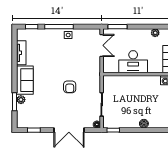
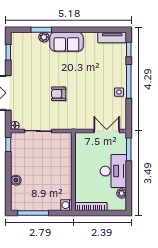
double door: (102, 45) -> (107, 131), swing flipped
tv unit: (21, 53) -> (112, 38), moved
desk: (133, 62) -> (113, 171), moved, turned 180

